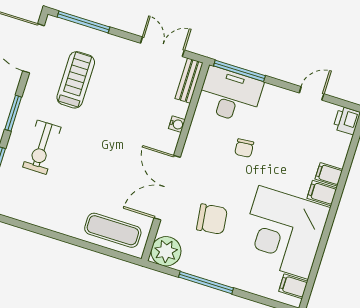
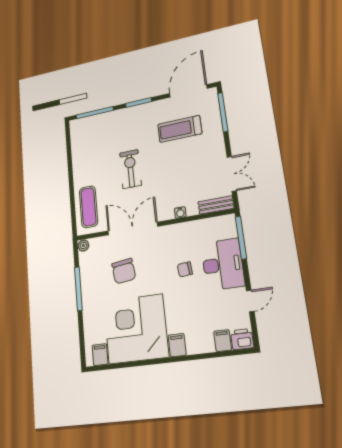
treadmill: (76, 80) -> (180, 129), turned 180
door: (312, 93) -> (250, 301), hinge flipped
desk: (230, 95) -> (223, 264), moved
exercise bike: (42, 147) -> (130, 169), moved, turned 90
filing cabinet: (329, 174) -> (223, 341), moved
plant: (166, 251) -> (83, 246), width x0.53, depth x0.53

